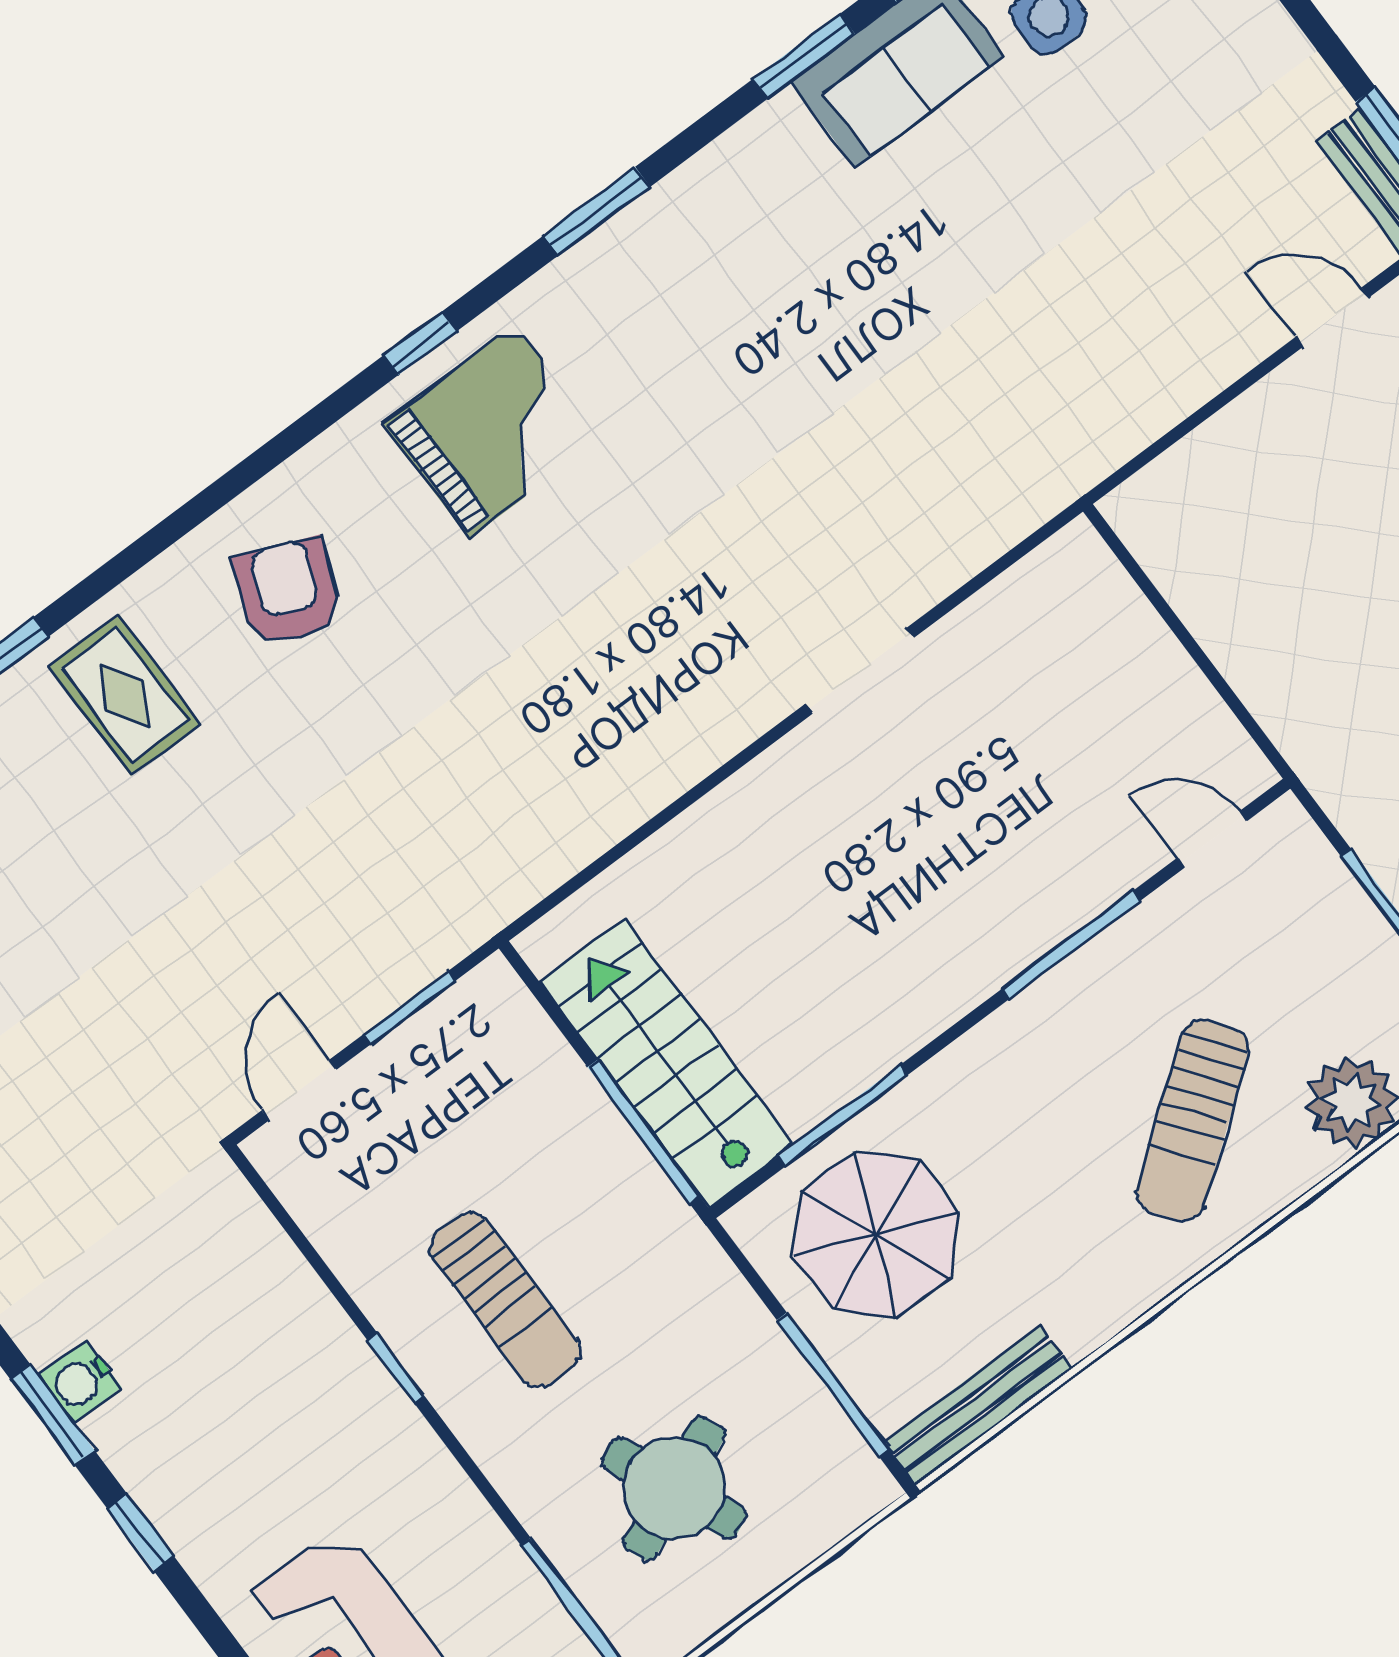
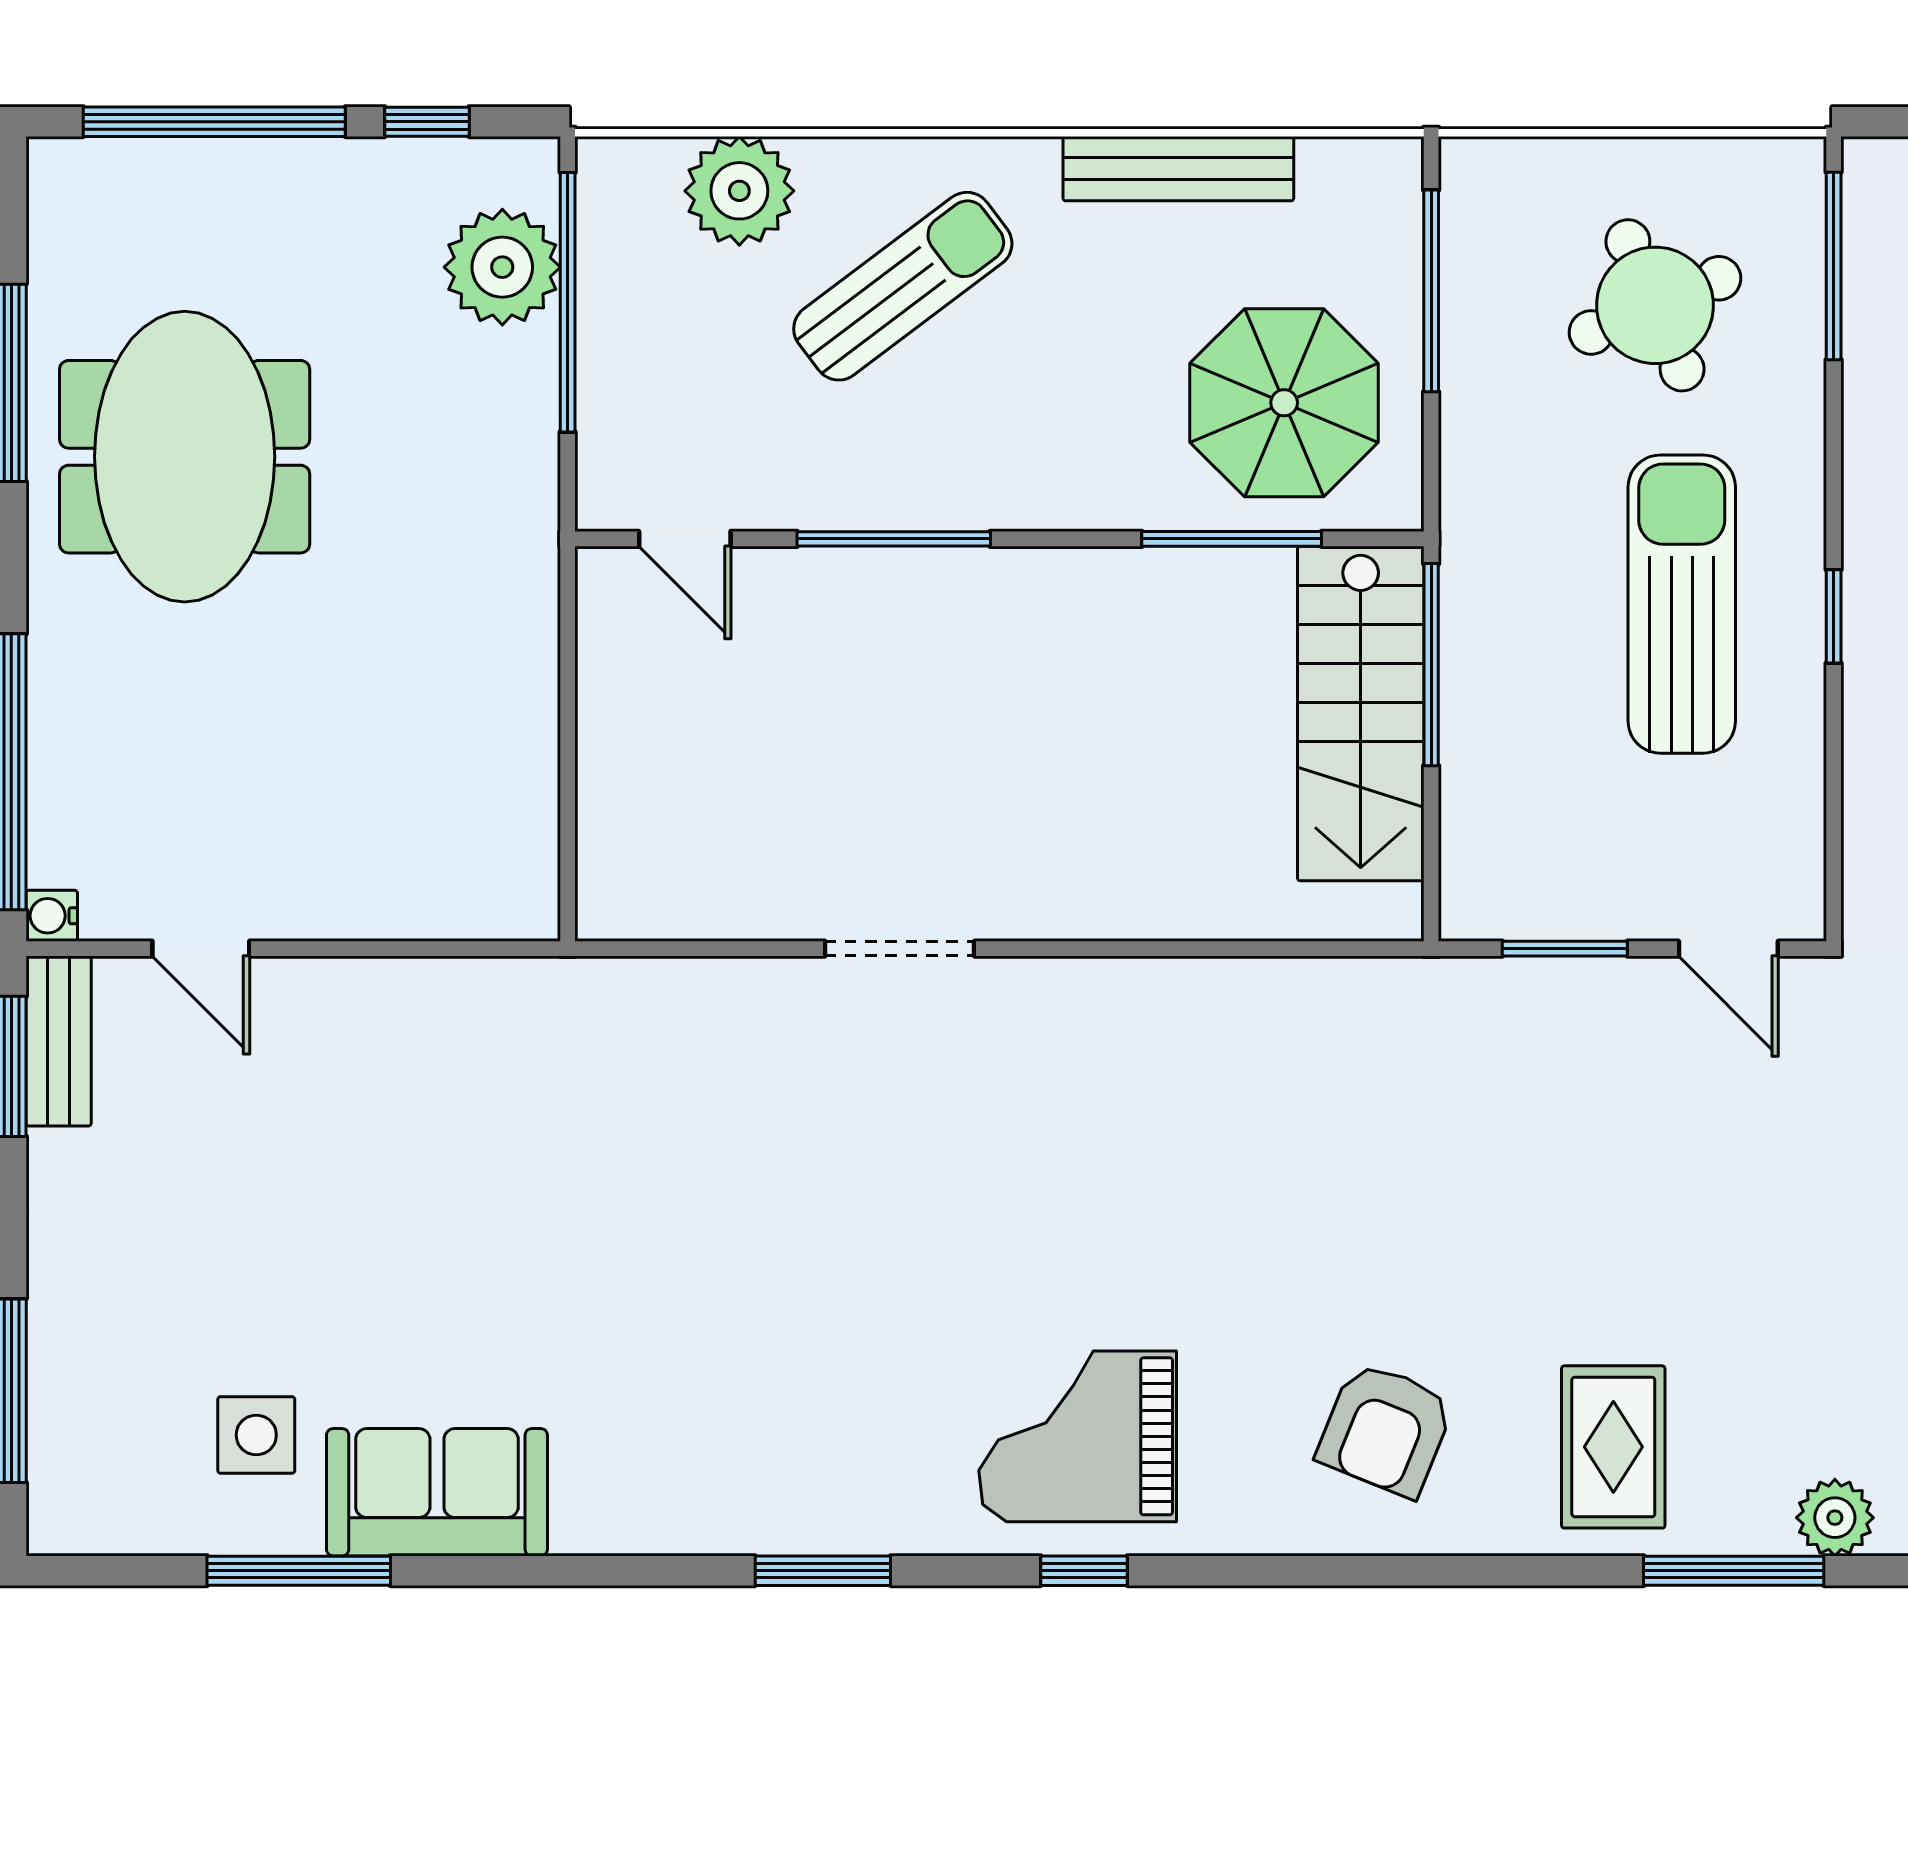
window: (804, 56) -> (517, 1571), removed
door: (299, 1090) -> (1728, 949), hinge flipped
sun lounger: (505, 1300) -> (1682, 604), width x1.36, depth x1.34
bench: (978, 1405) -> (1178, 169), moved

